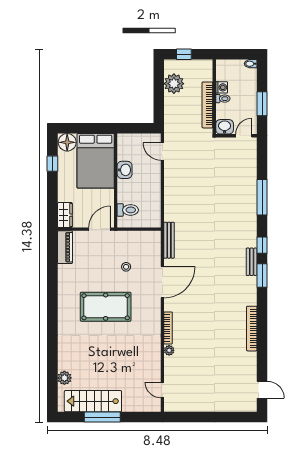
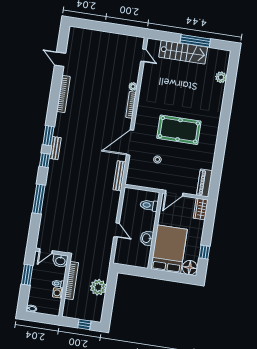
plant: (174, 84) -> (98, 287), moved
door: (162, 152) -> (117, 230), moved
door: (262, 390) -> (60, 59), moved
stairs: (93, 401) -> (183, 52), moved

